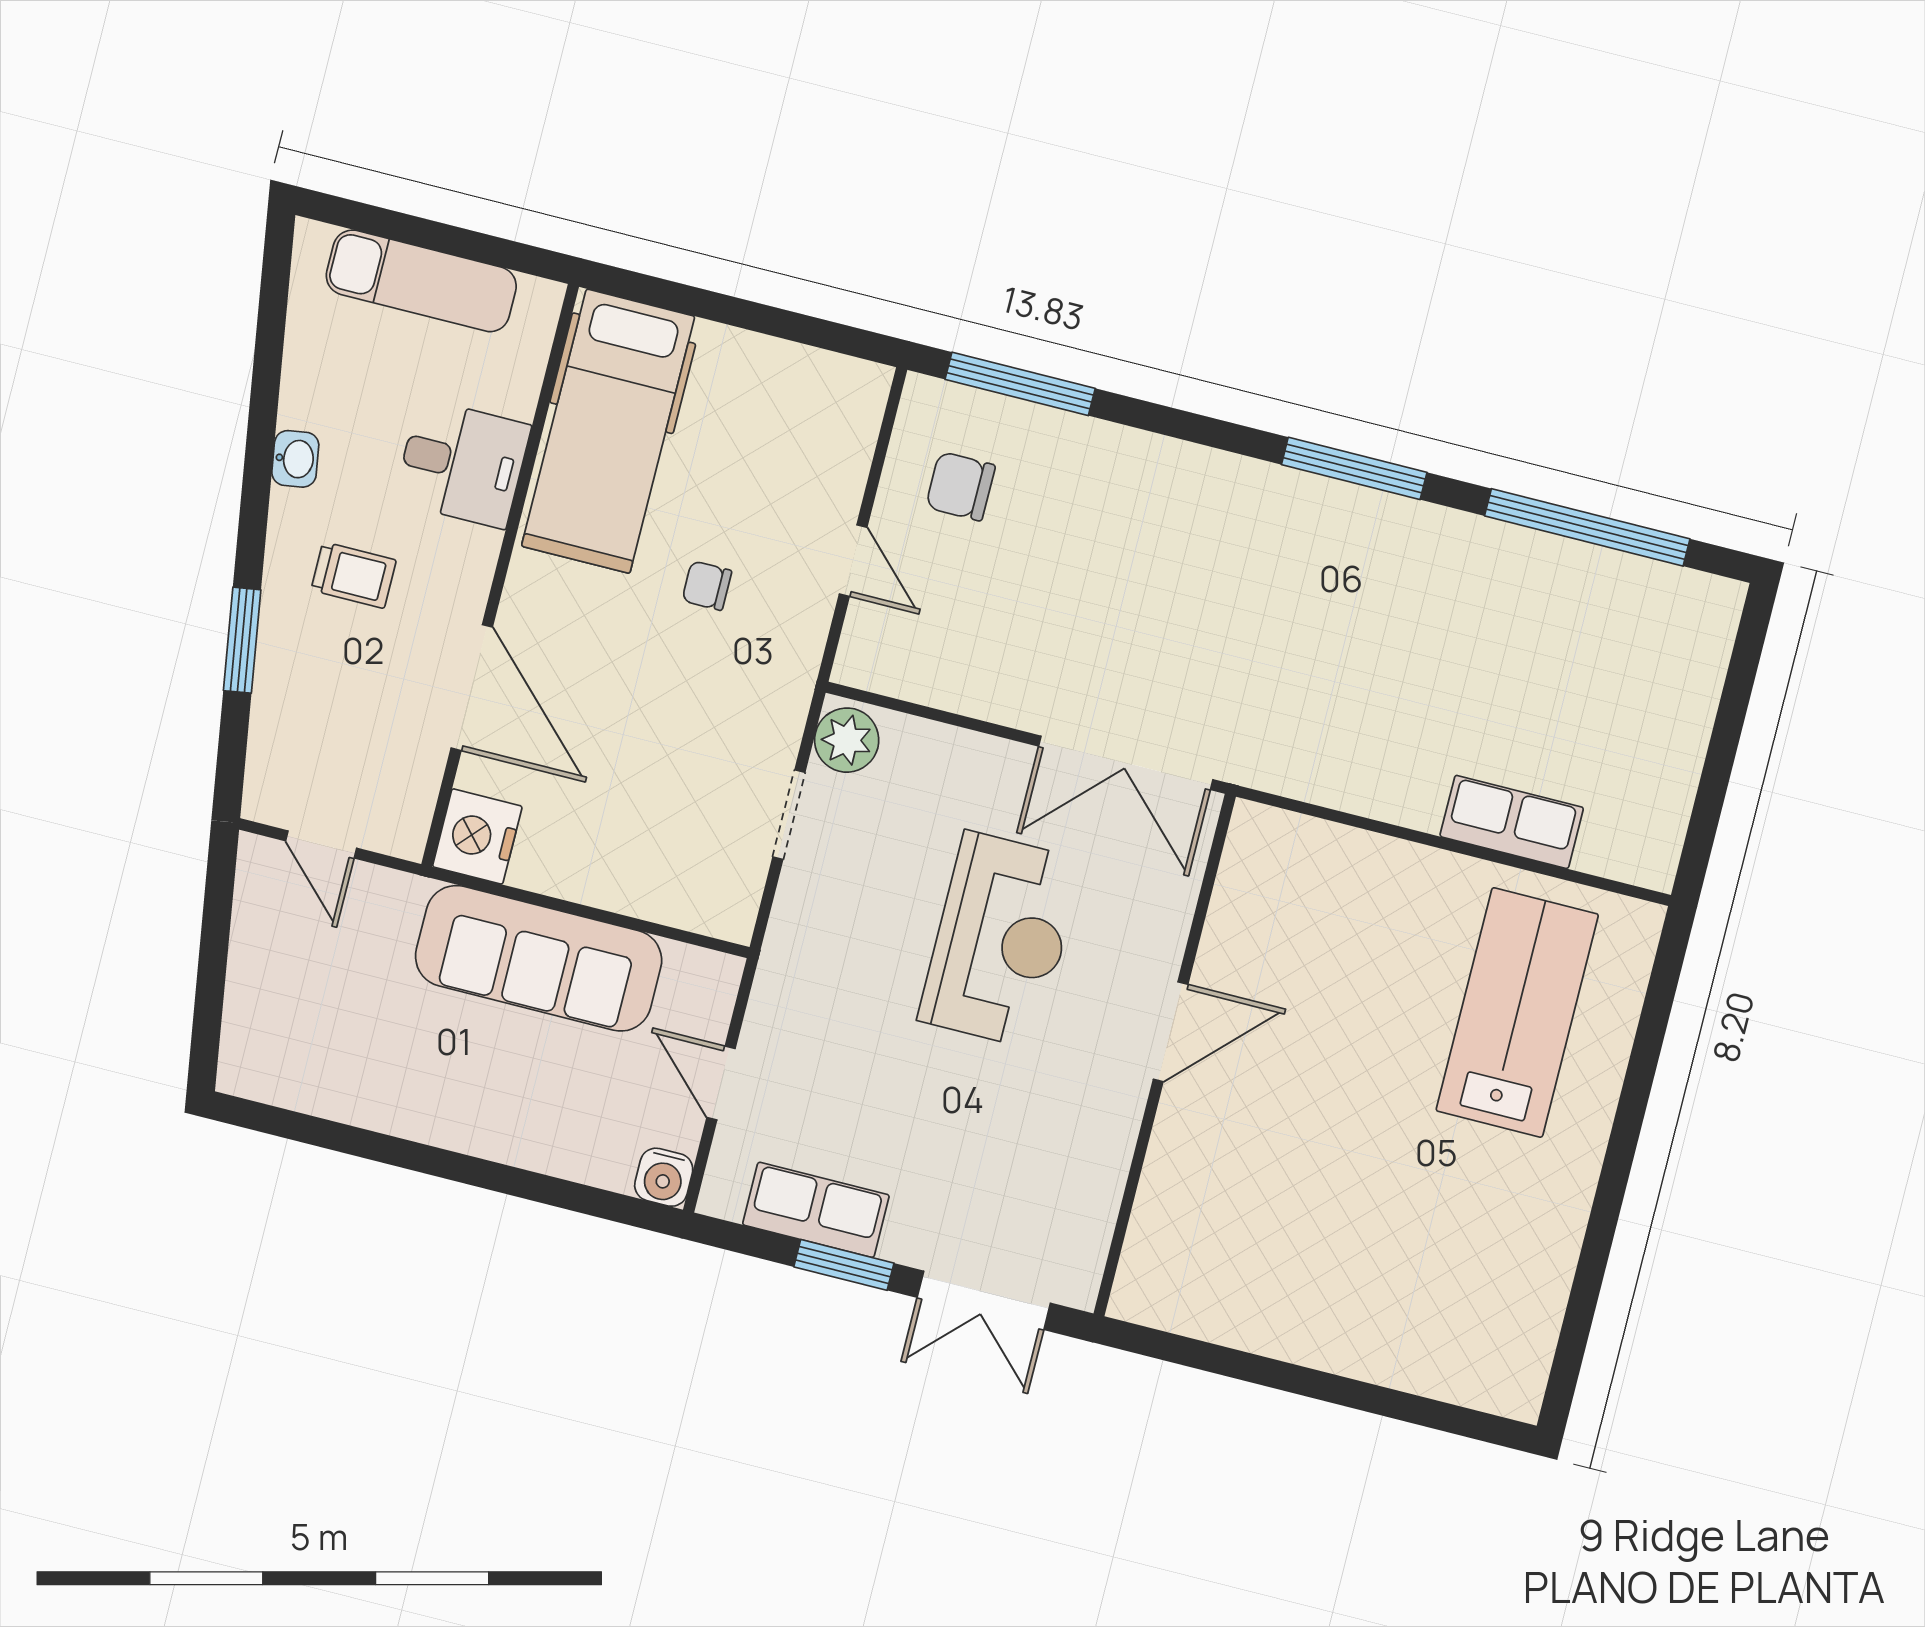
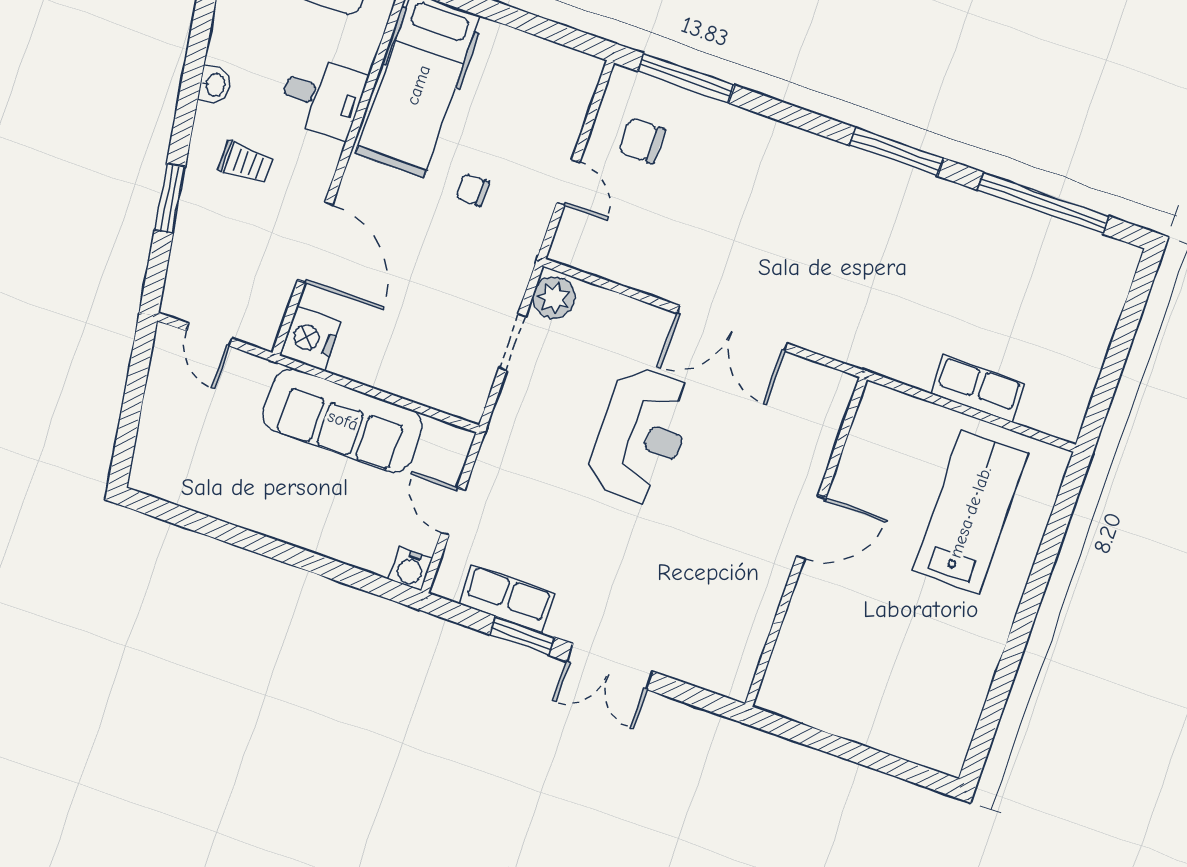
door: (1171, 1032) -> (811, 527), moved
wall: (1165, 1055) -> (806, 542), moved

